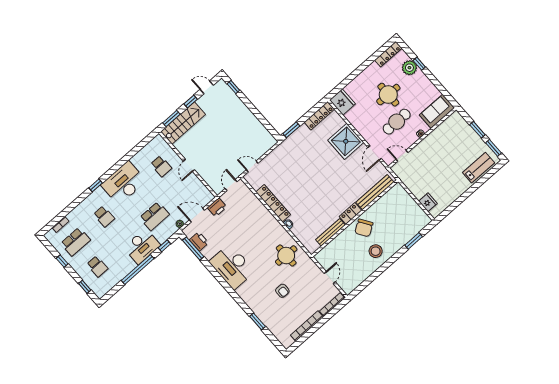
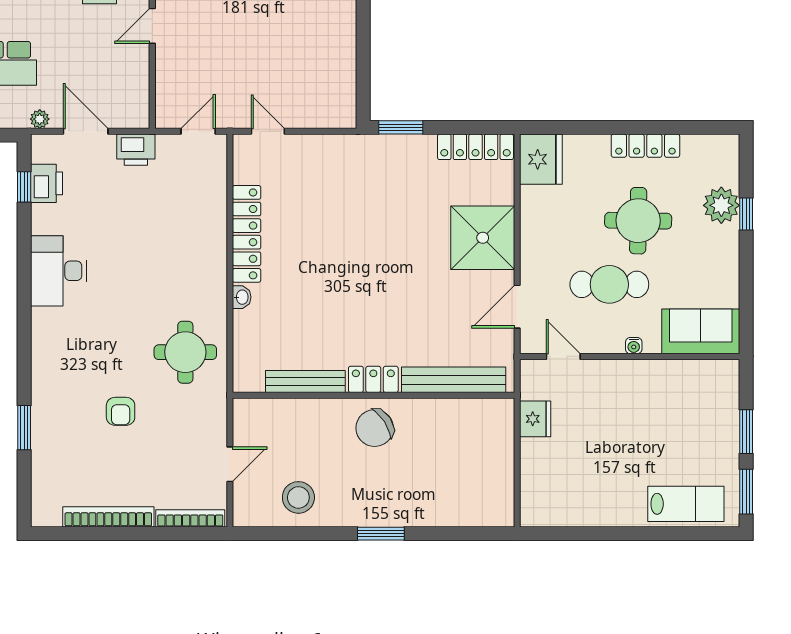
locker: (388, 54) -> (645, 146), moved
fridge: (428, 202) -> (535, 419), moved
window: (414, 241) -> (381, 534), moved
window: (193, 248) -> (24, 187), width x0.46
stool: (376, 251) -> (298, 497), moved
desk: (232, 266) -> (58, 271), width x0.73, depth x0.77

